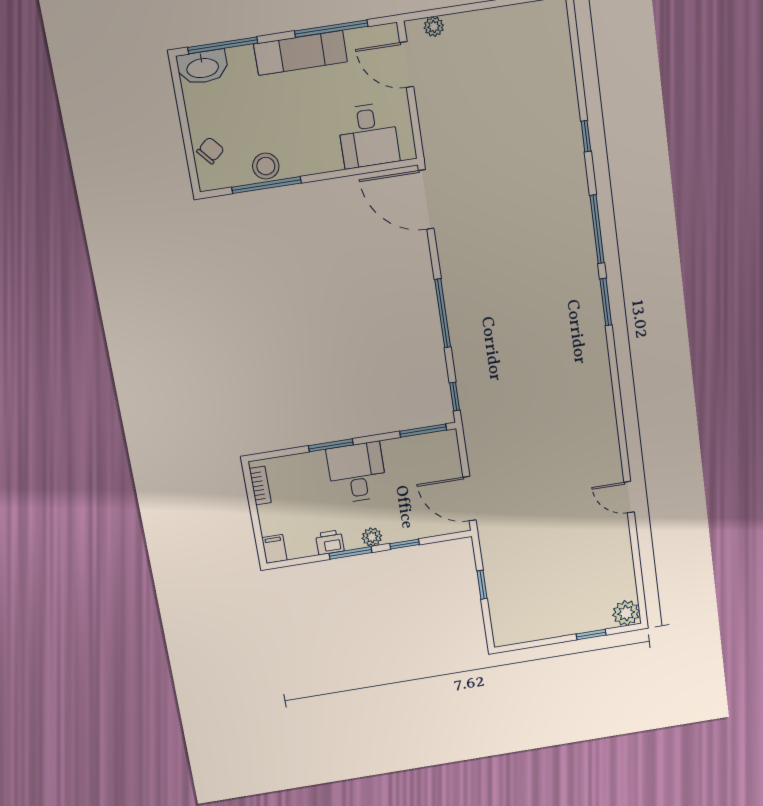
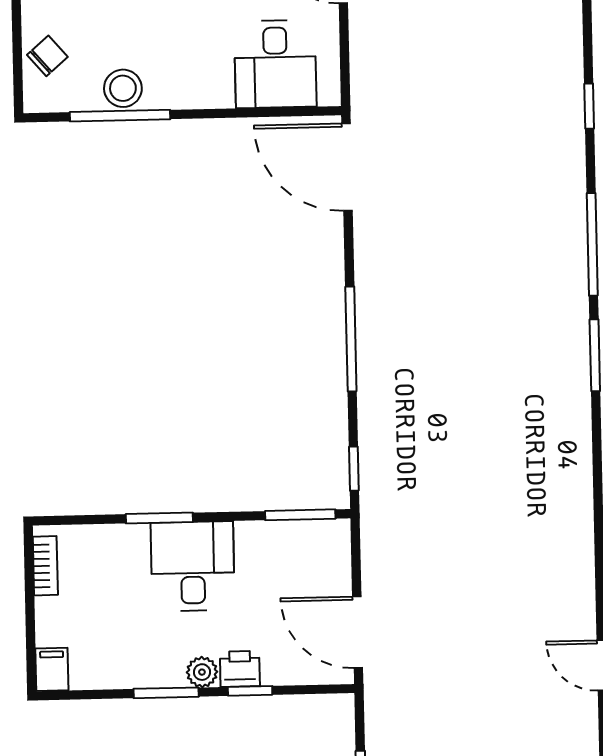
printer: (330, 542) -> (240, 669), moved

